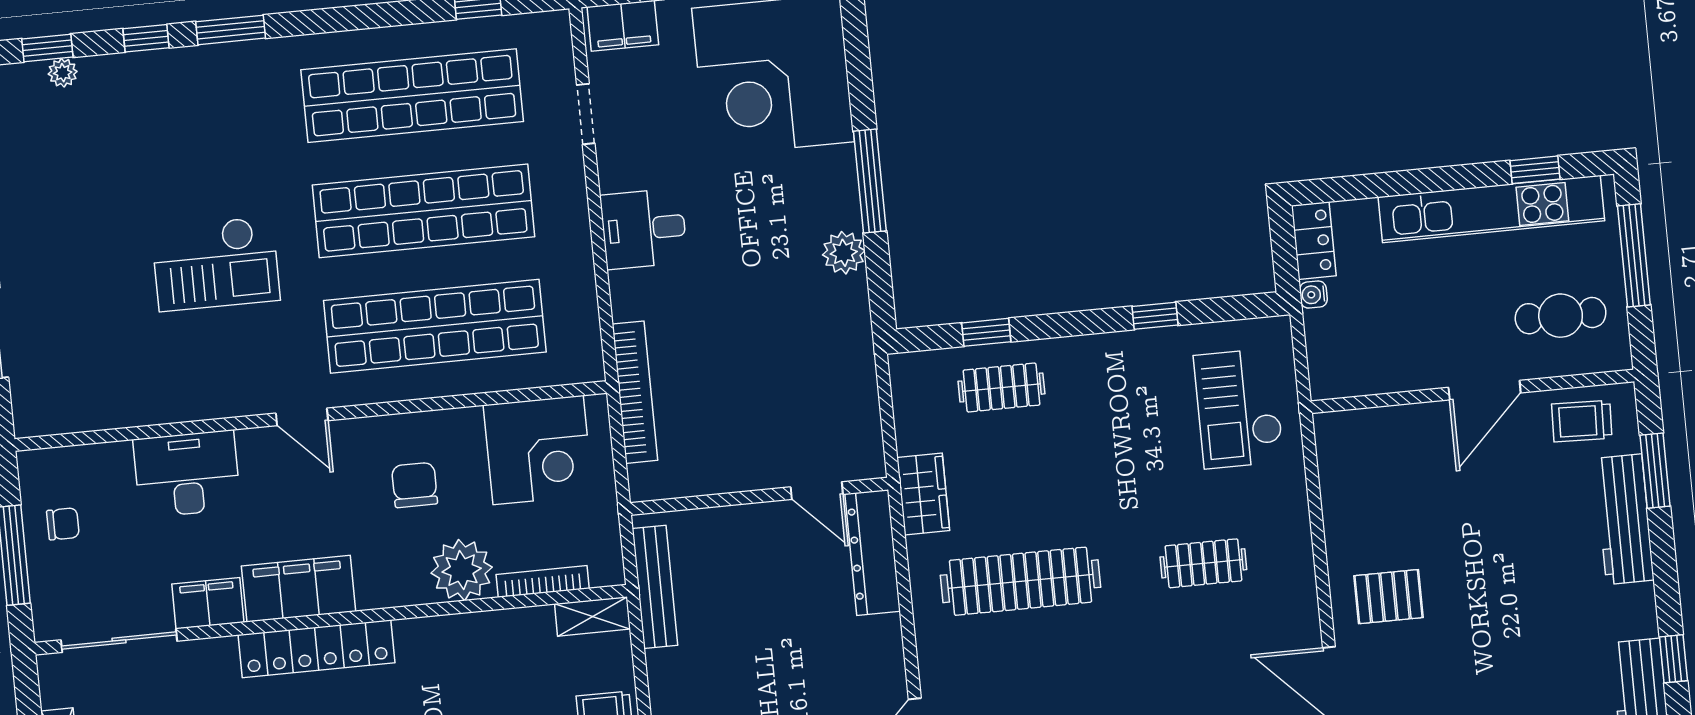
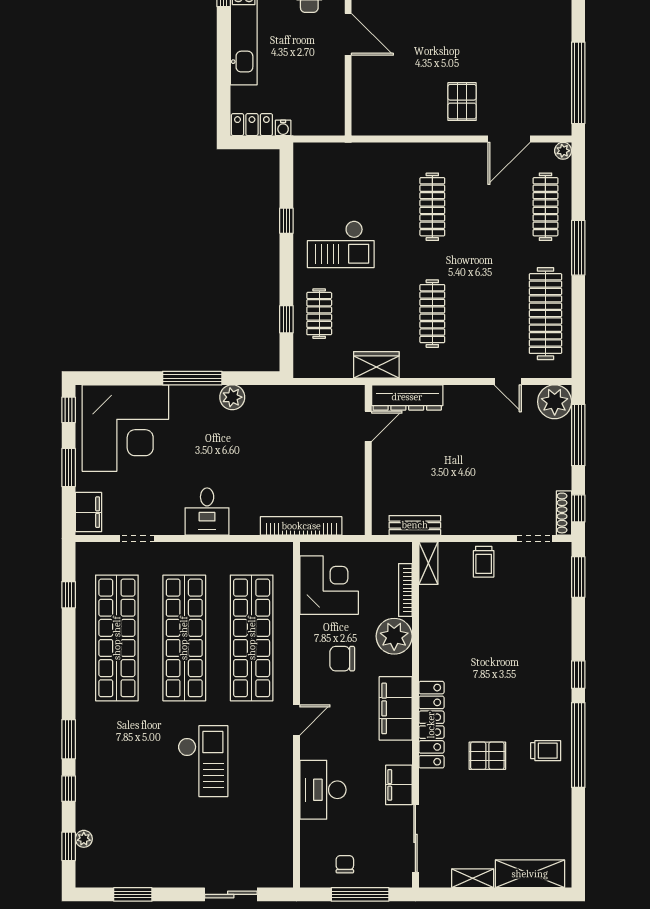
checkout: (1239, 408) -> (341, 244), moved
clothes rail: (1203, 563) -> (432, 207), width x1.36
clothes rail: (1020, 581) -> (432, 314), width x0.73, depth x0.76
bench: (655, 587) -> (415, 525), width x0.73
filing cabinet: (299, 589) -> (396, 708), moved

